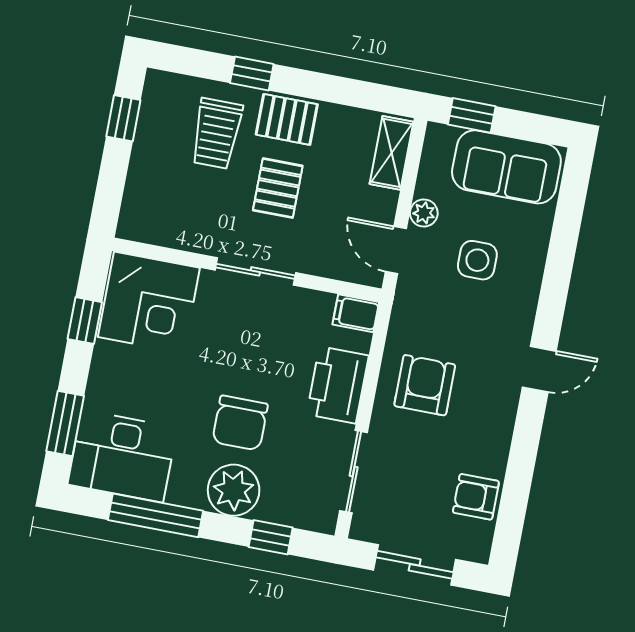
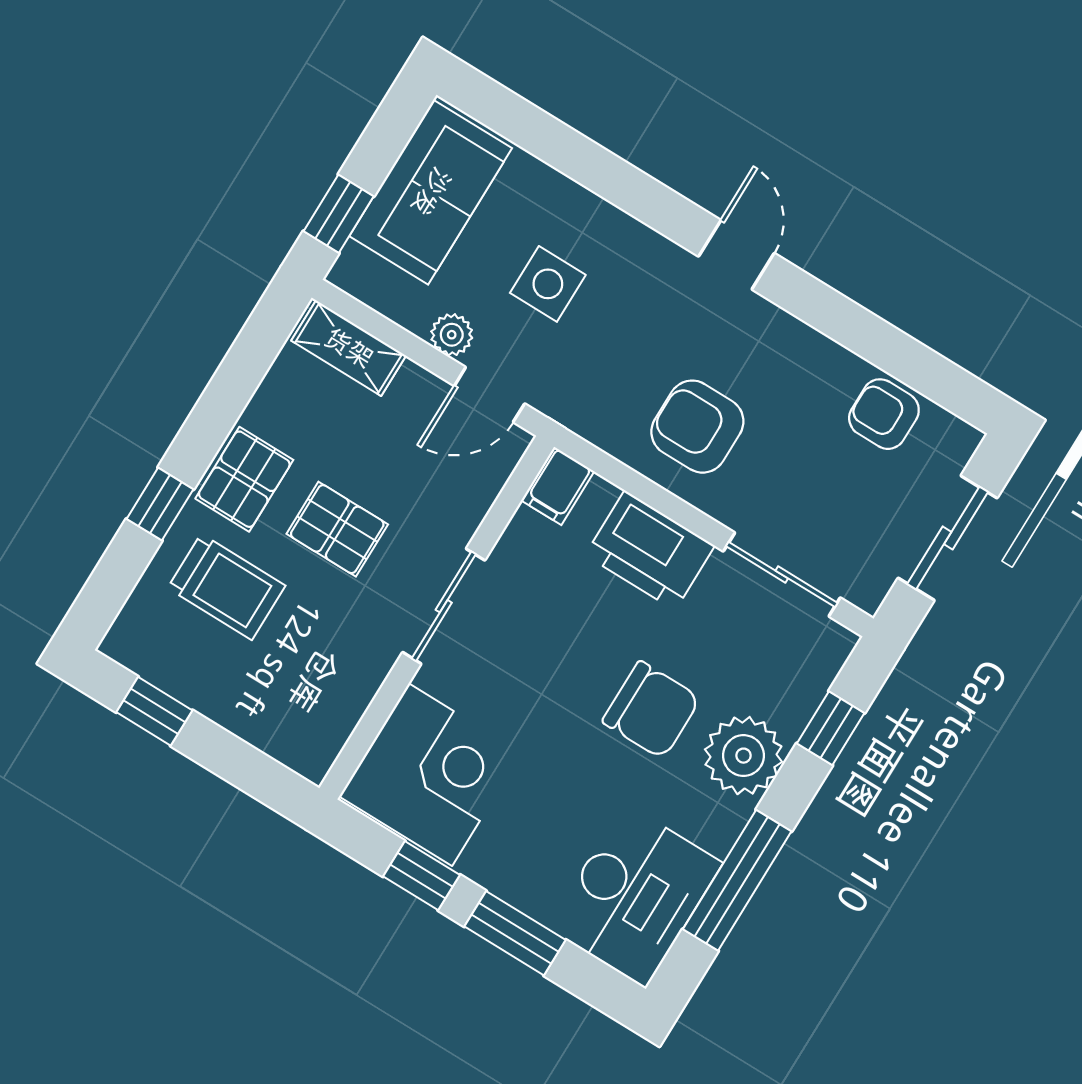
window: (65, 424) -> (515, 933), moved
armchair: (476, 497) -> (884, 414), turned 90

